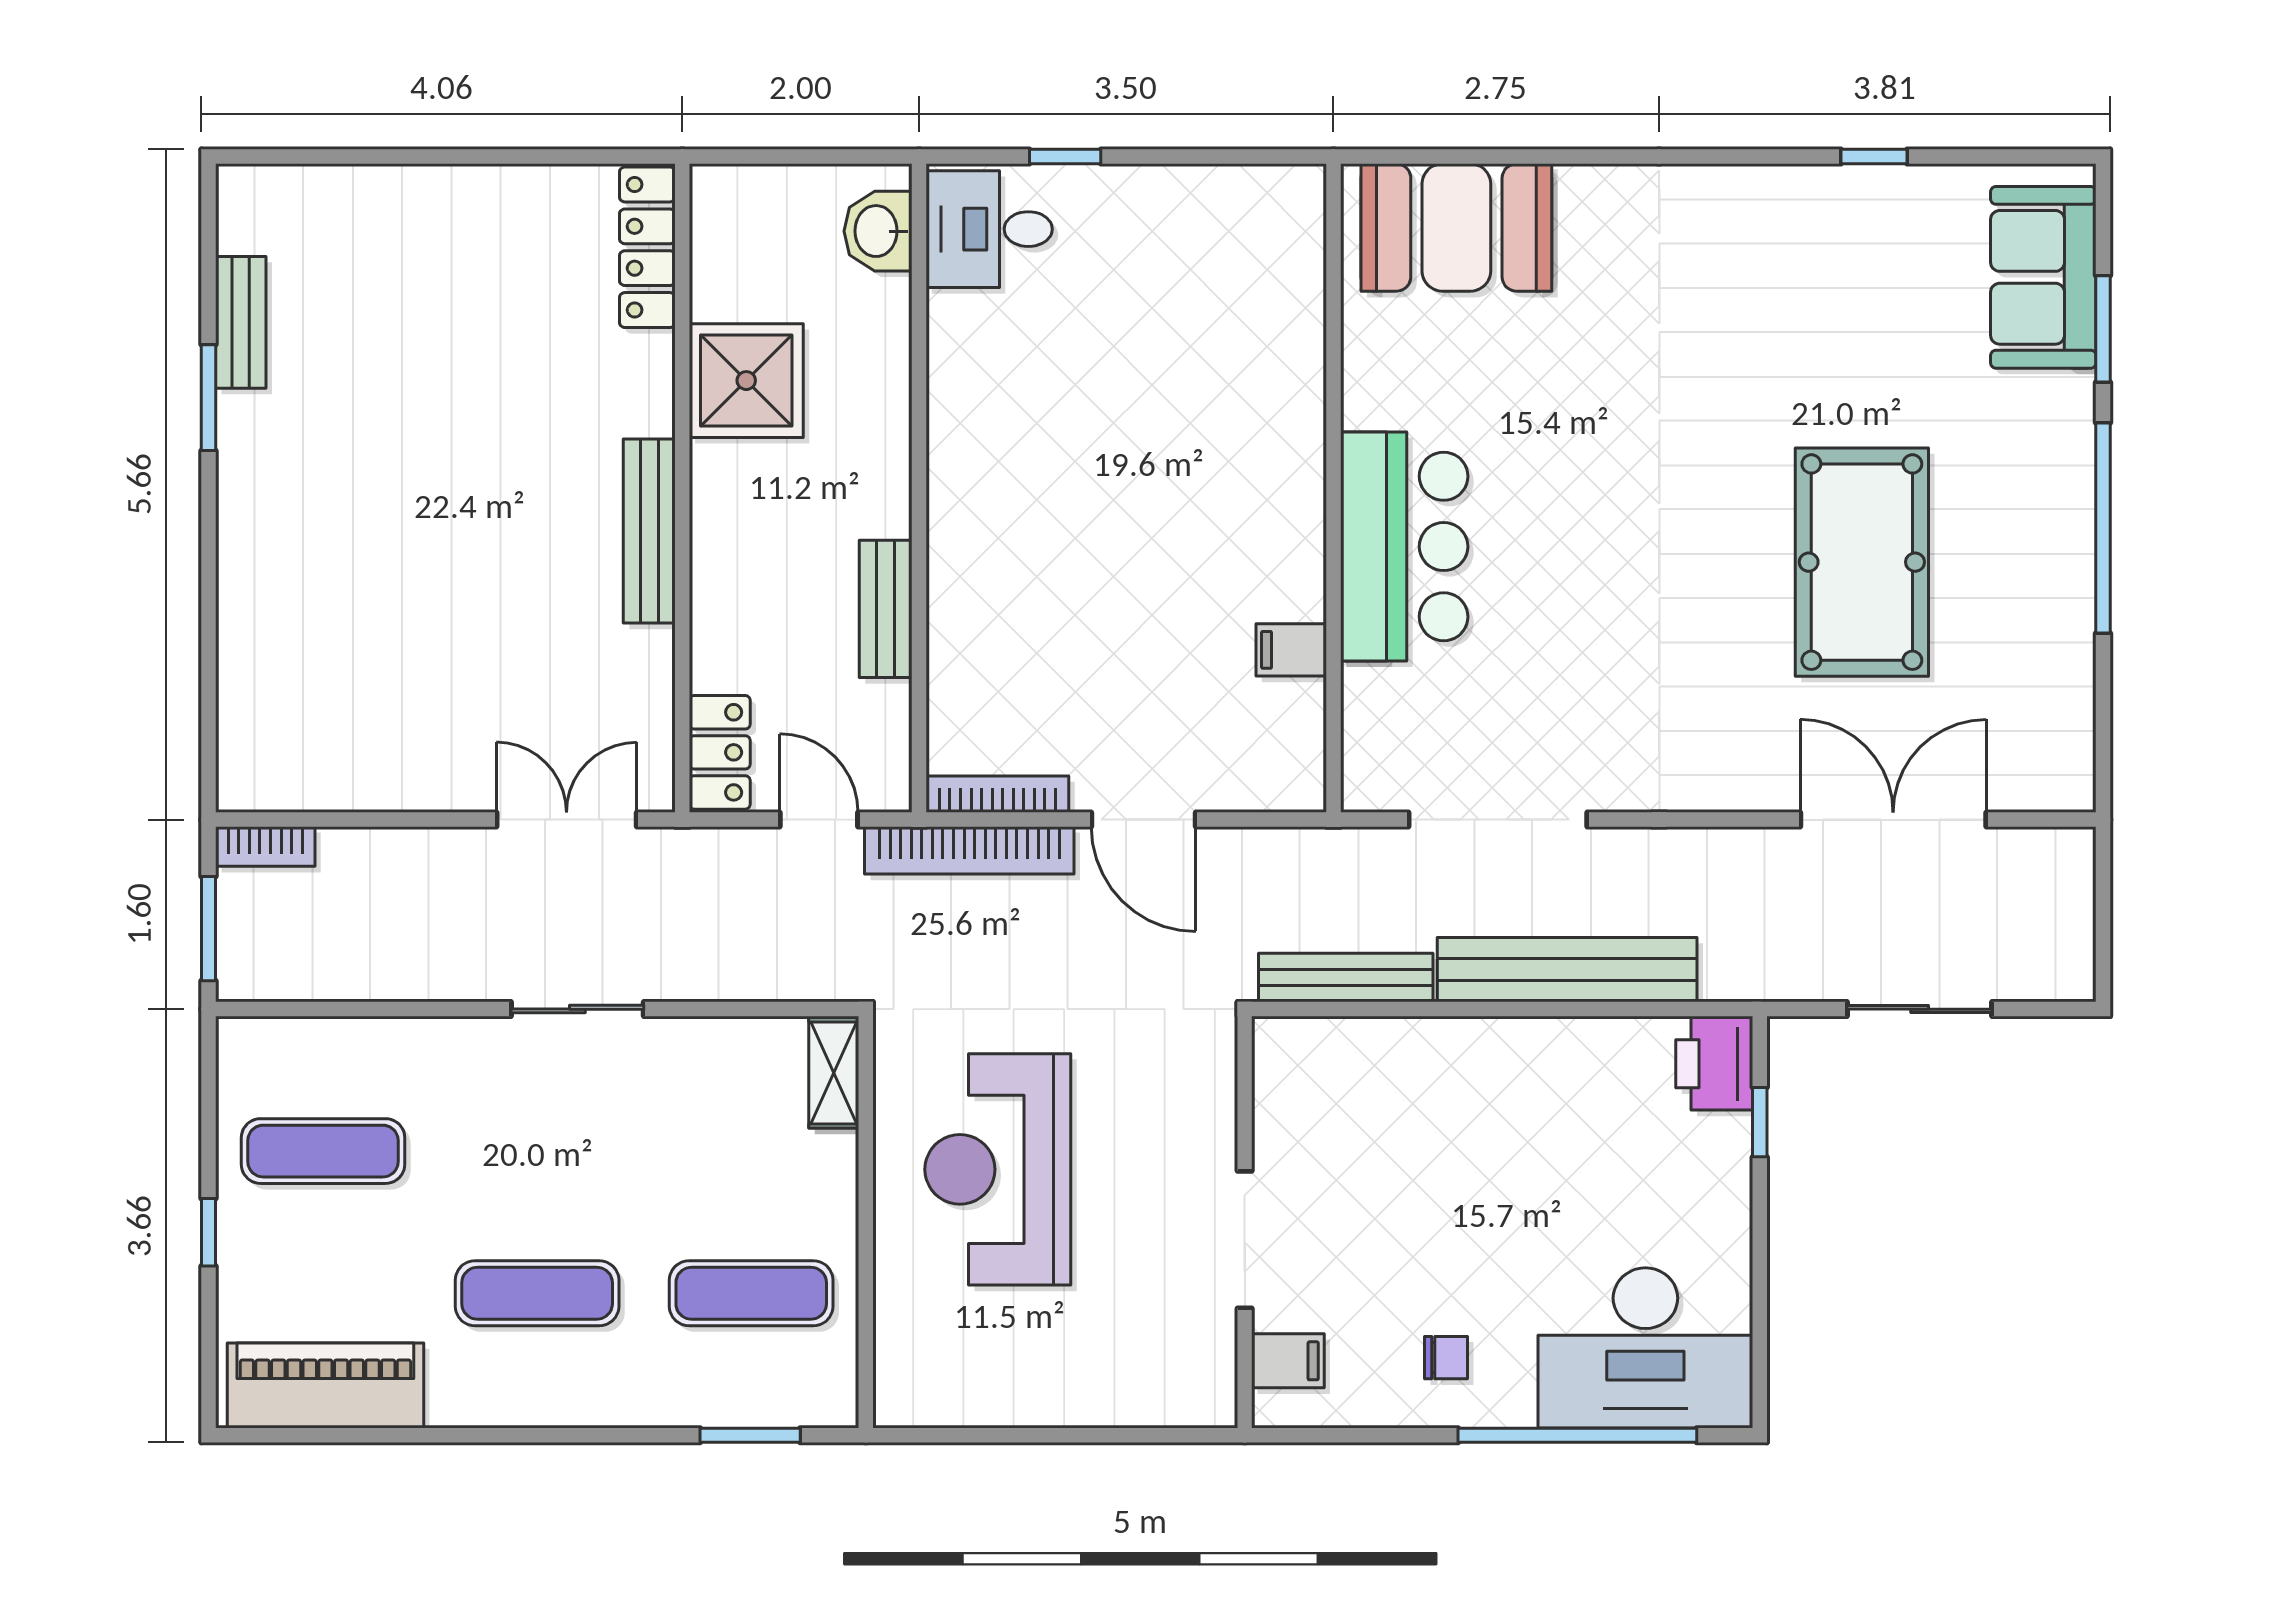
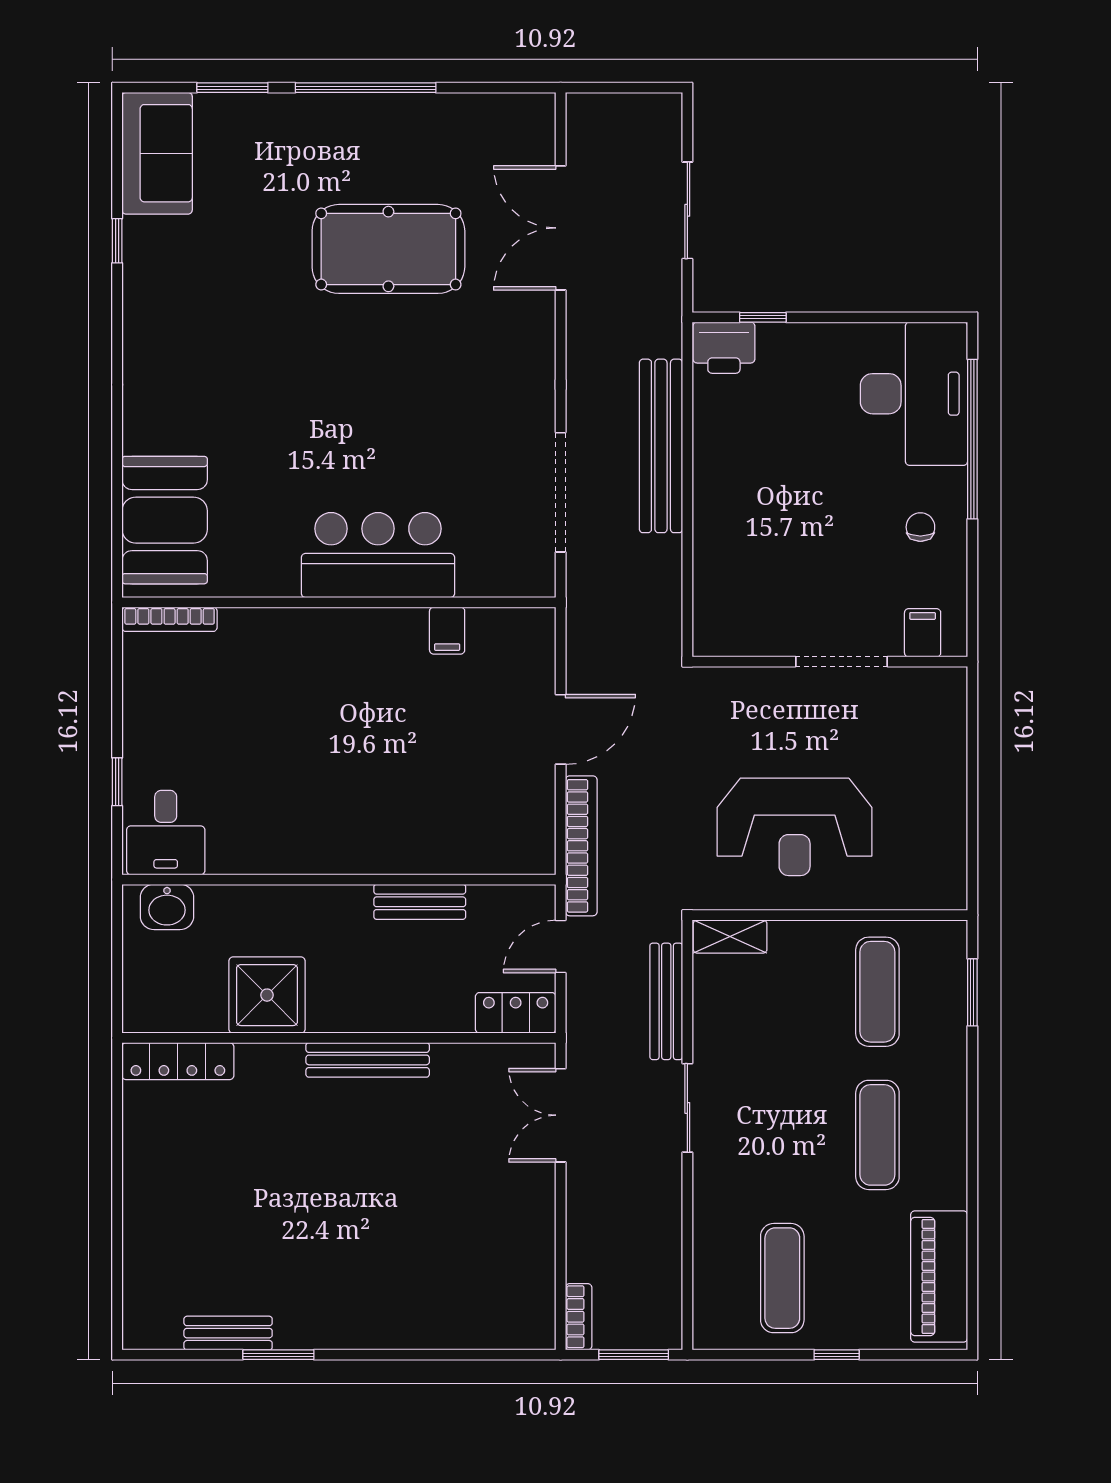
sofa: (2043, 277) -> (157, 153), moved, turned -90
bookcase: (997, 794) -> (170, 619), moved, turned -90
bench: (1346, 978) -> (666, 1001), moved

